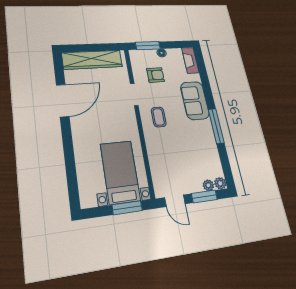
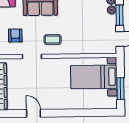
door: (63, 101) -> (34, 113), width x0.53
window: (127, 208) -> (120, 89), moved

